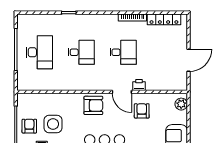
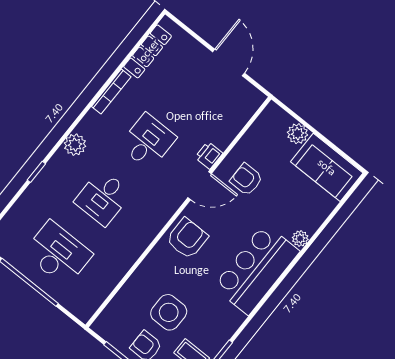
plant: (95, 20) -> (75, 145), added
desk: (81, 52) -> (103, 198), turned 180
plant: (181, 104) -> (298, 134), moved

